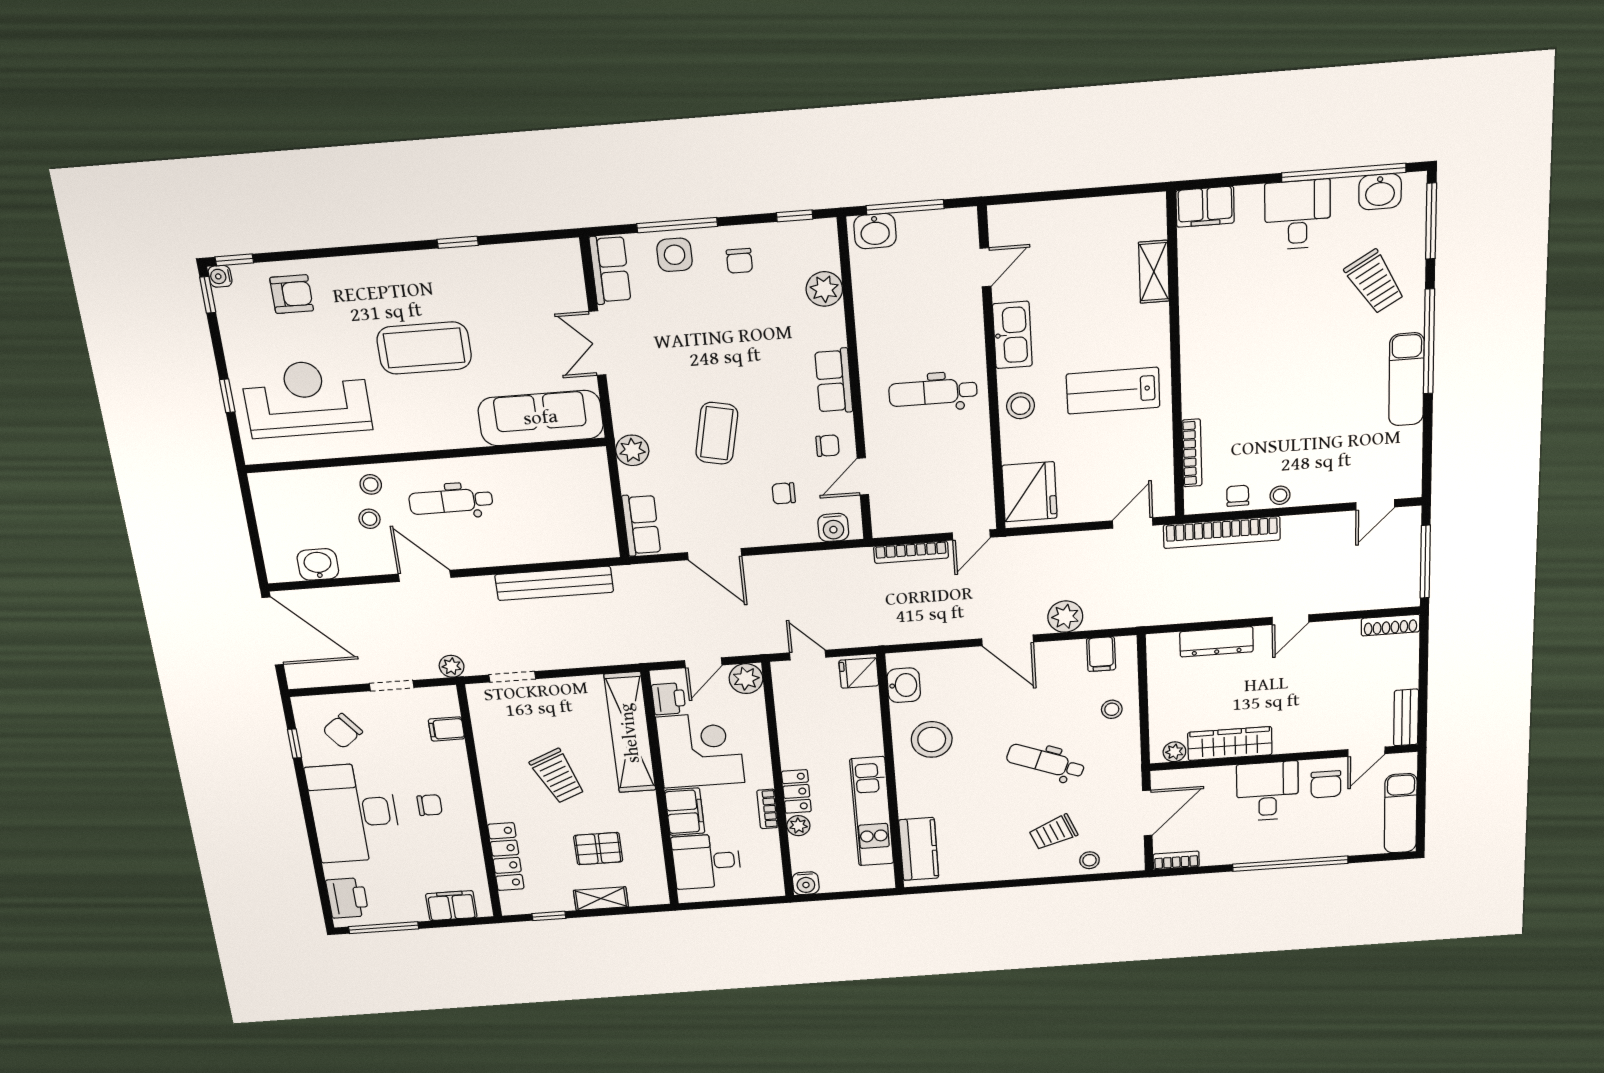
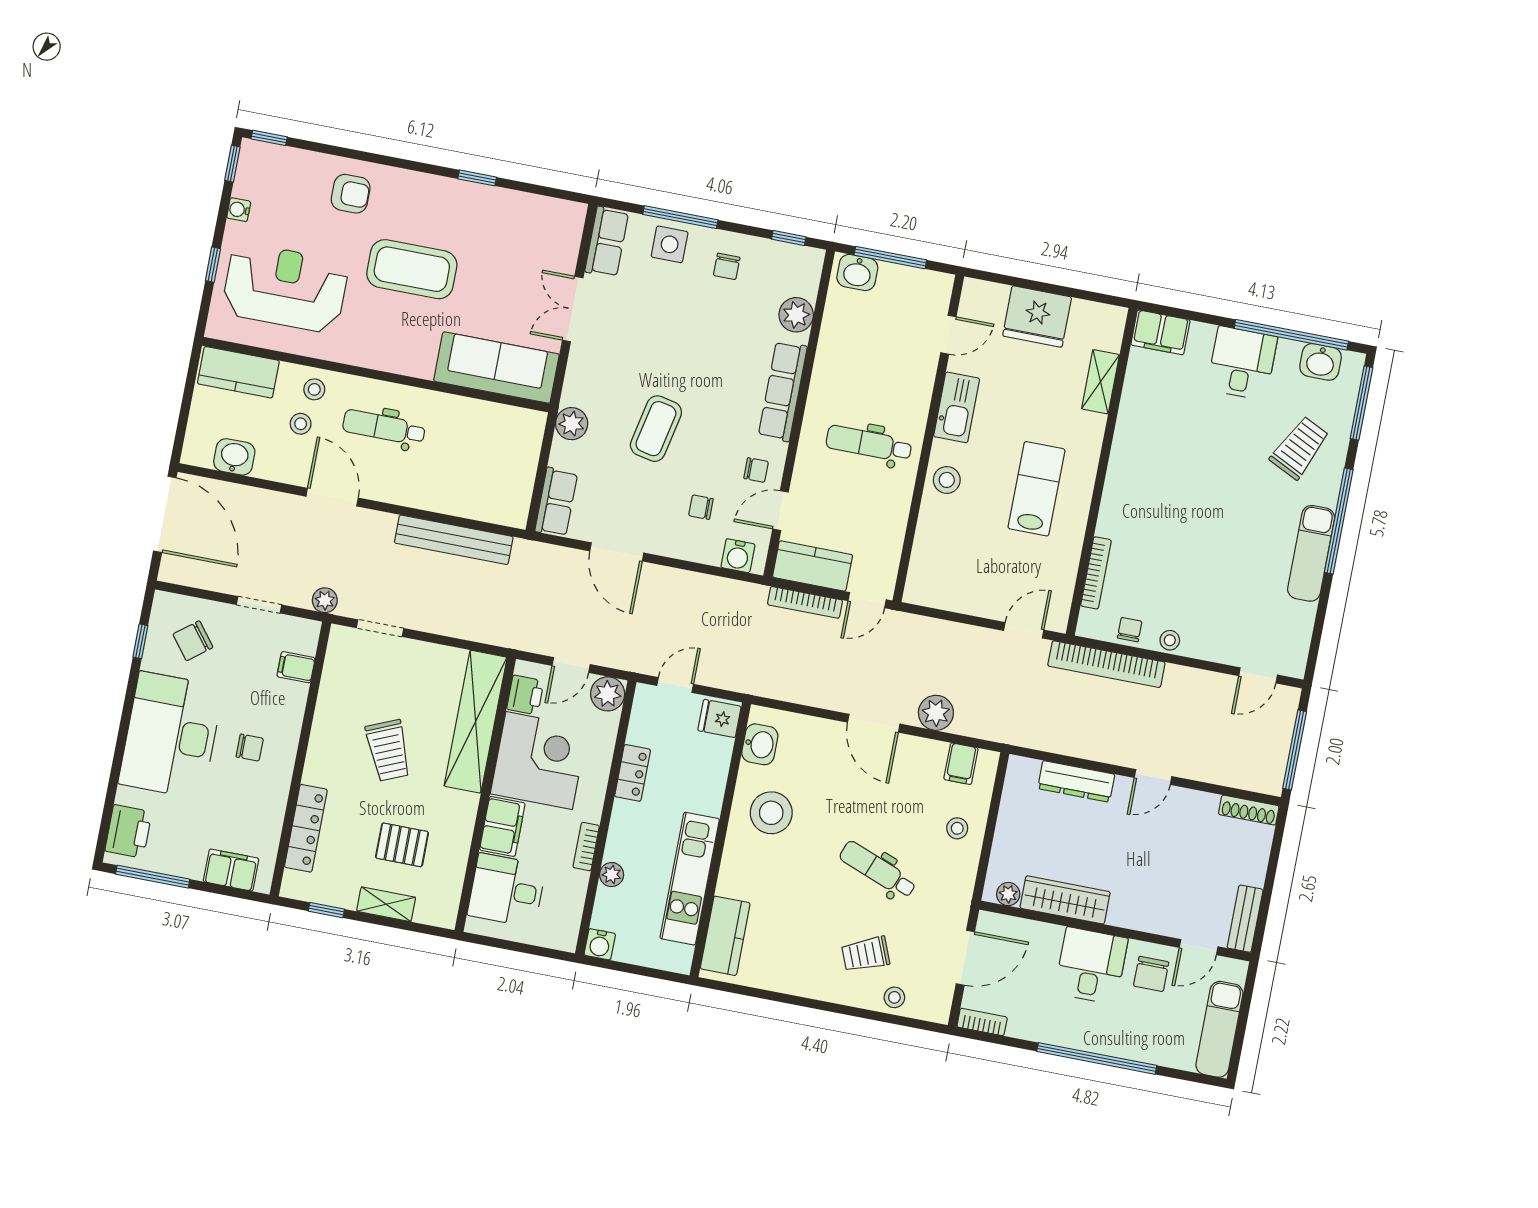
water cooler: (220, 276) -> (239, 210), moved
trolley: (1375, 282) -> (1300, 448), turned -123
armchair: (292, 294) -> (351, 194), moved
row of seats: (834, 381) -> (783, 391), width x1.48
lab bench: (1113, 391) -> (1036, 489), turned 90
kitchen counter: (292, 488) -> (238, 372), added
fridge: (1030, 492) -> (1037, 317), moved, turned 90
kitchen counter: (909, 518) -> (813, 566), added
door: (808, 655) -> (675, 685), hinge flipped
locker: (796, 791) -> (633, 773), moved

